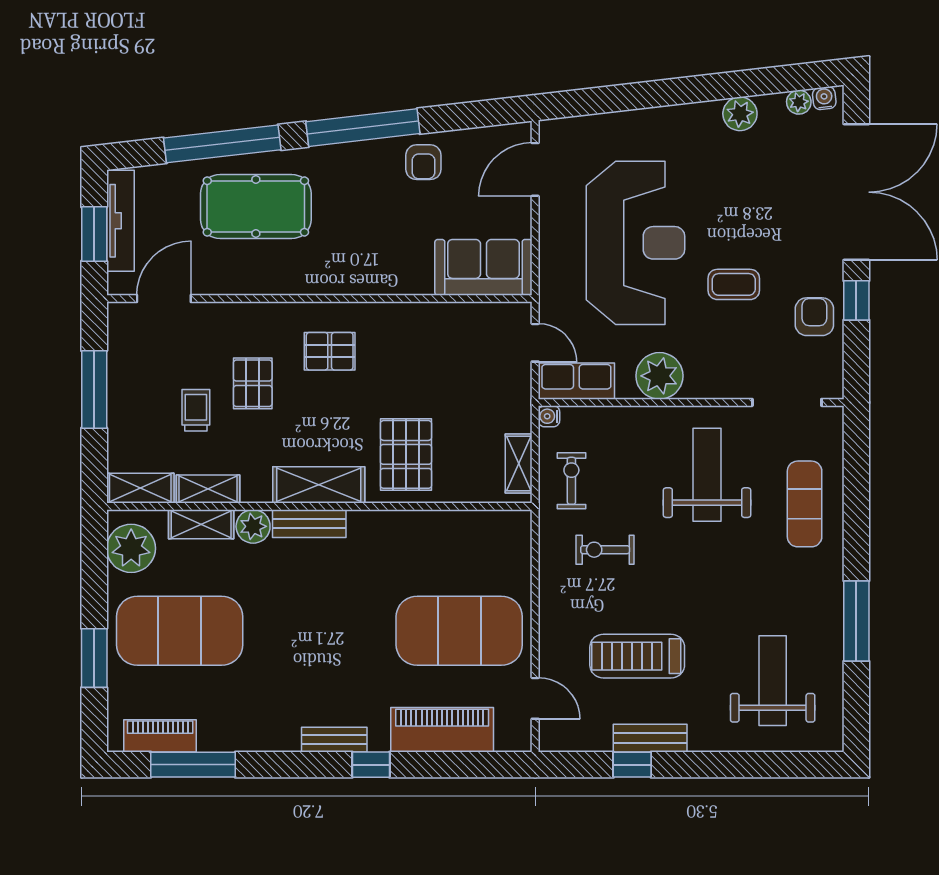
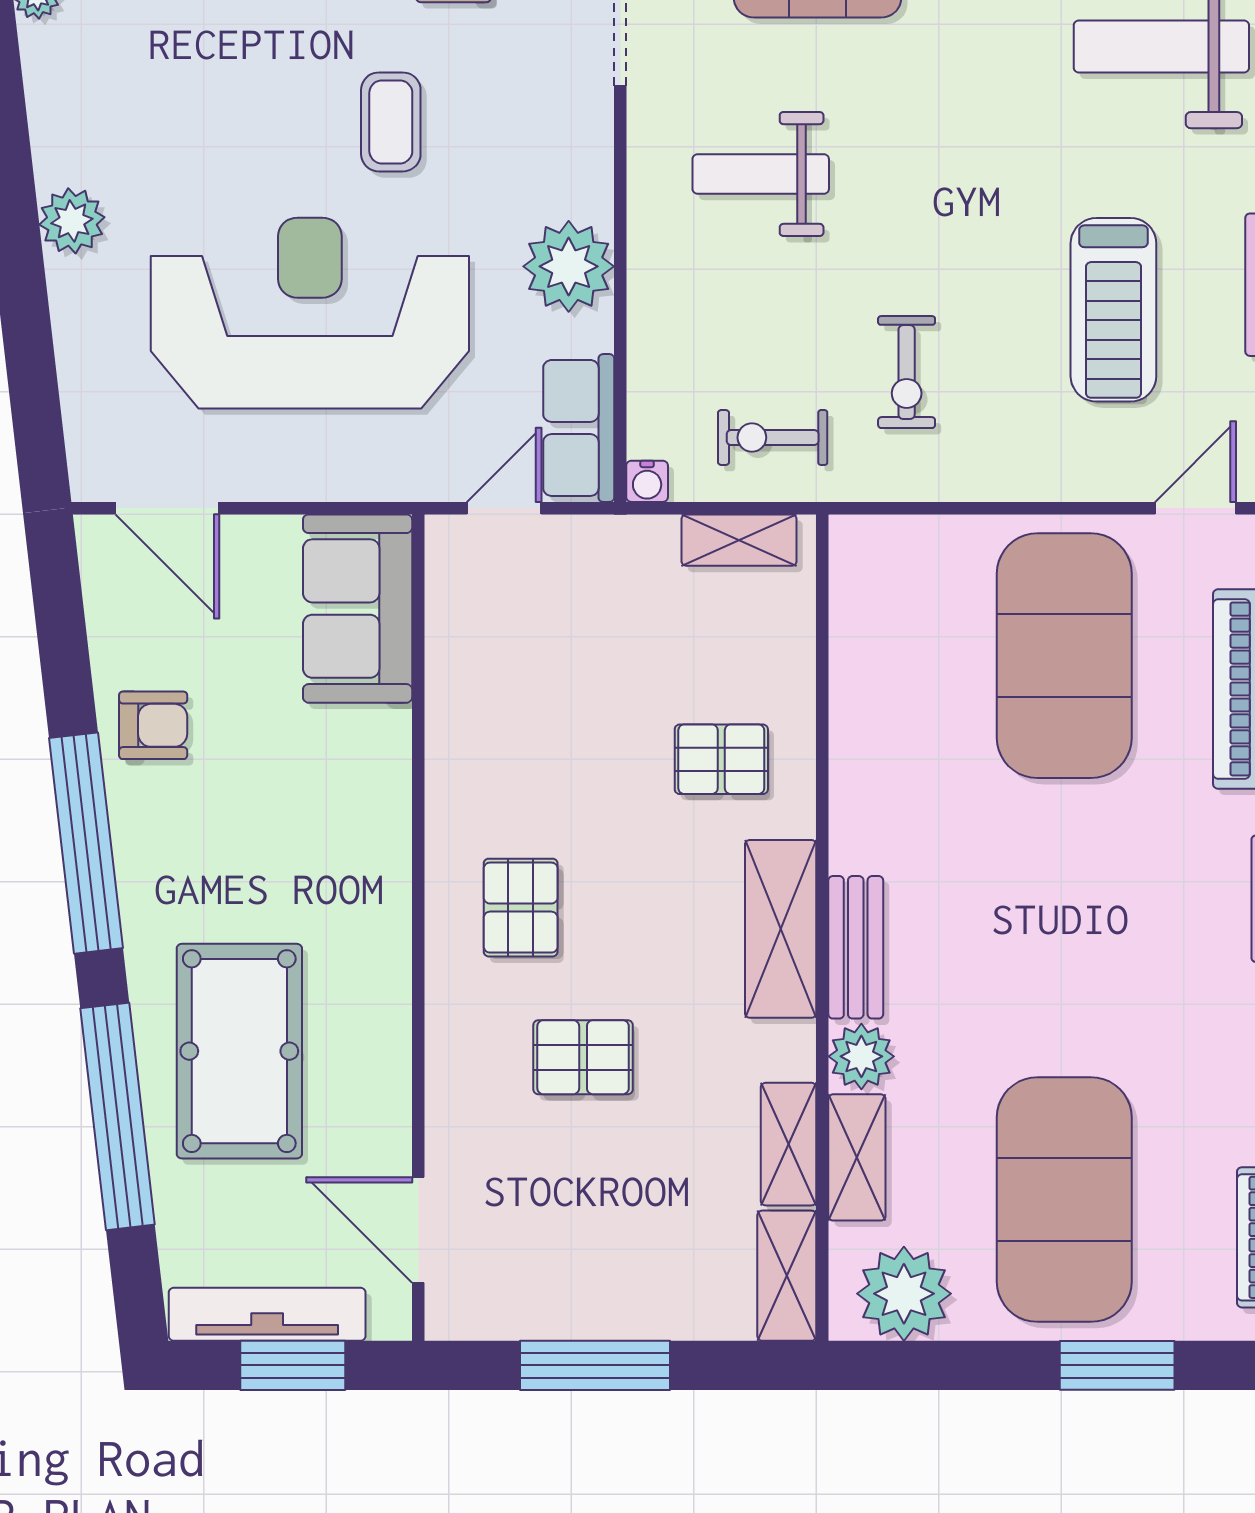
plant: (740, 114) -> (72, 221), moved
trolley: (196, 410) -> (635, 1168), removed
pallet: (406, 454) -> (721, 759), width x0.67, depth x0.71
weight bench: (707, 475) -> (761, 174), width x0.73, depth x0.75

